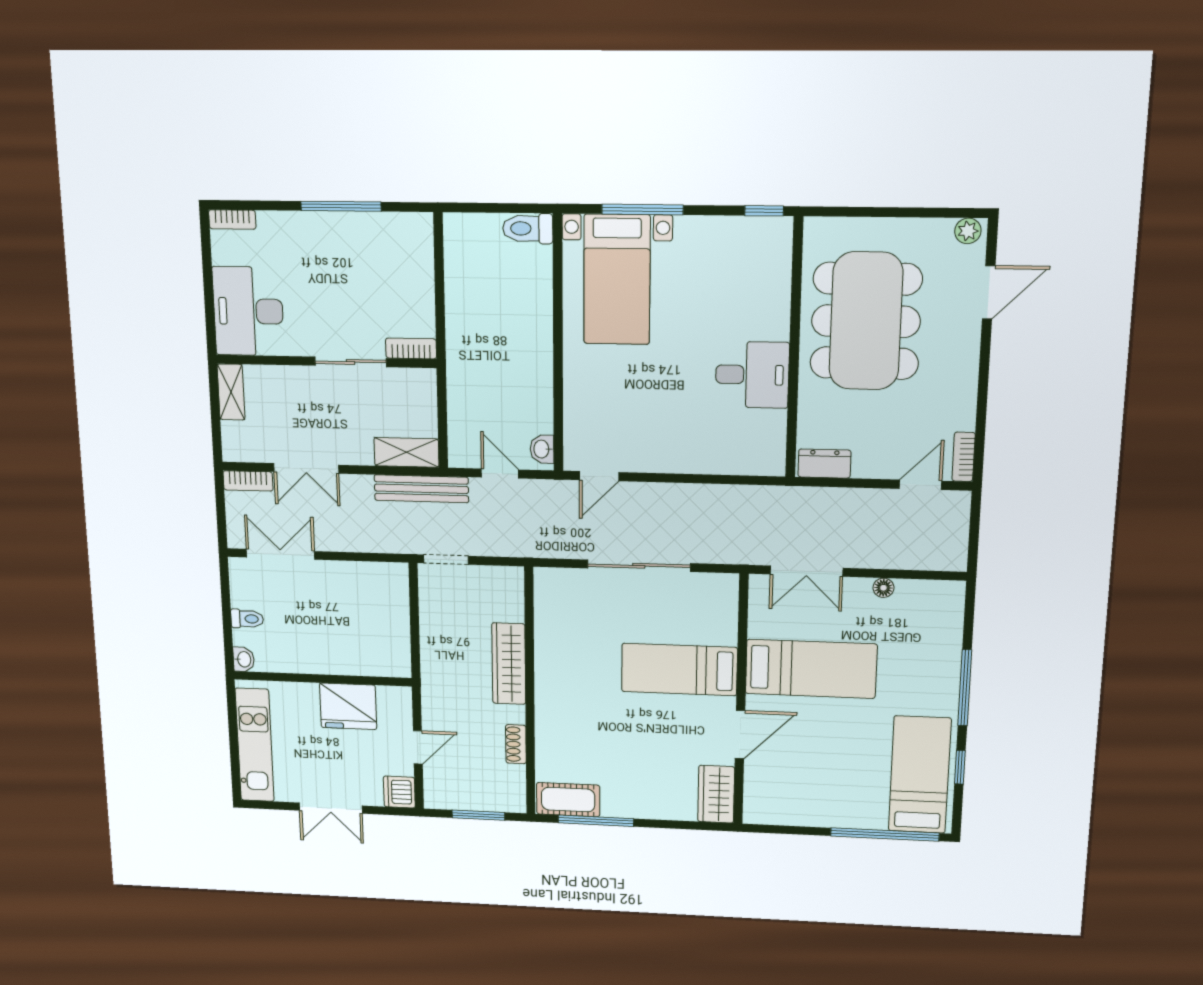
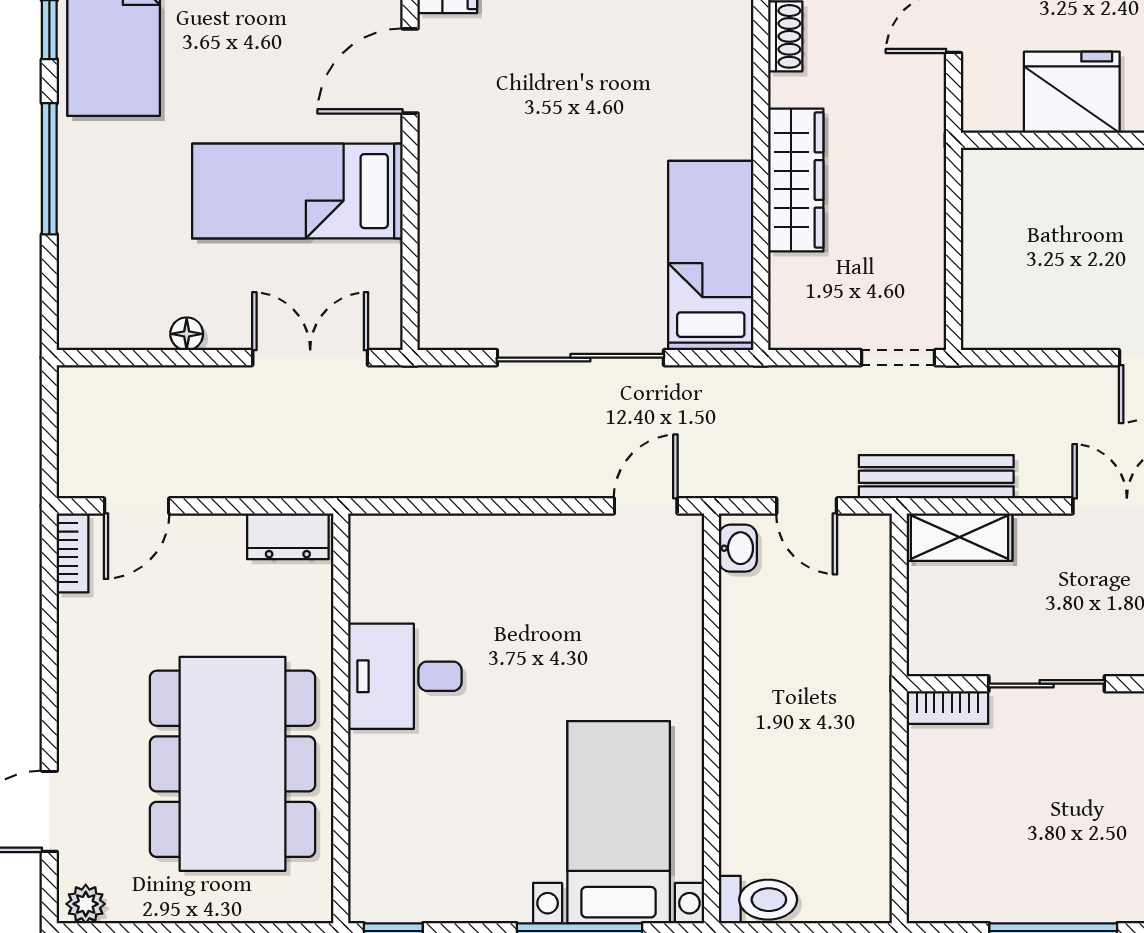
bed: (679, 670) -> (711, 255), moved, turned -90

